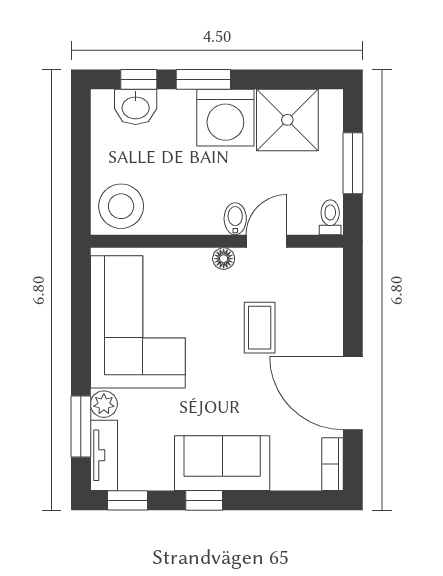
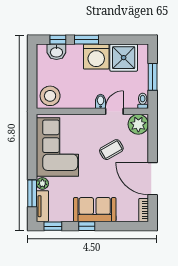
floor lamp: (224, 259) -> (95, 119), removed
plant: (320, 270) -> (138, 124), added
coffee table: (260, 328) -> (111, 150), turned 60

